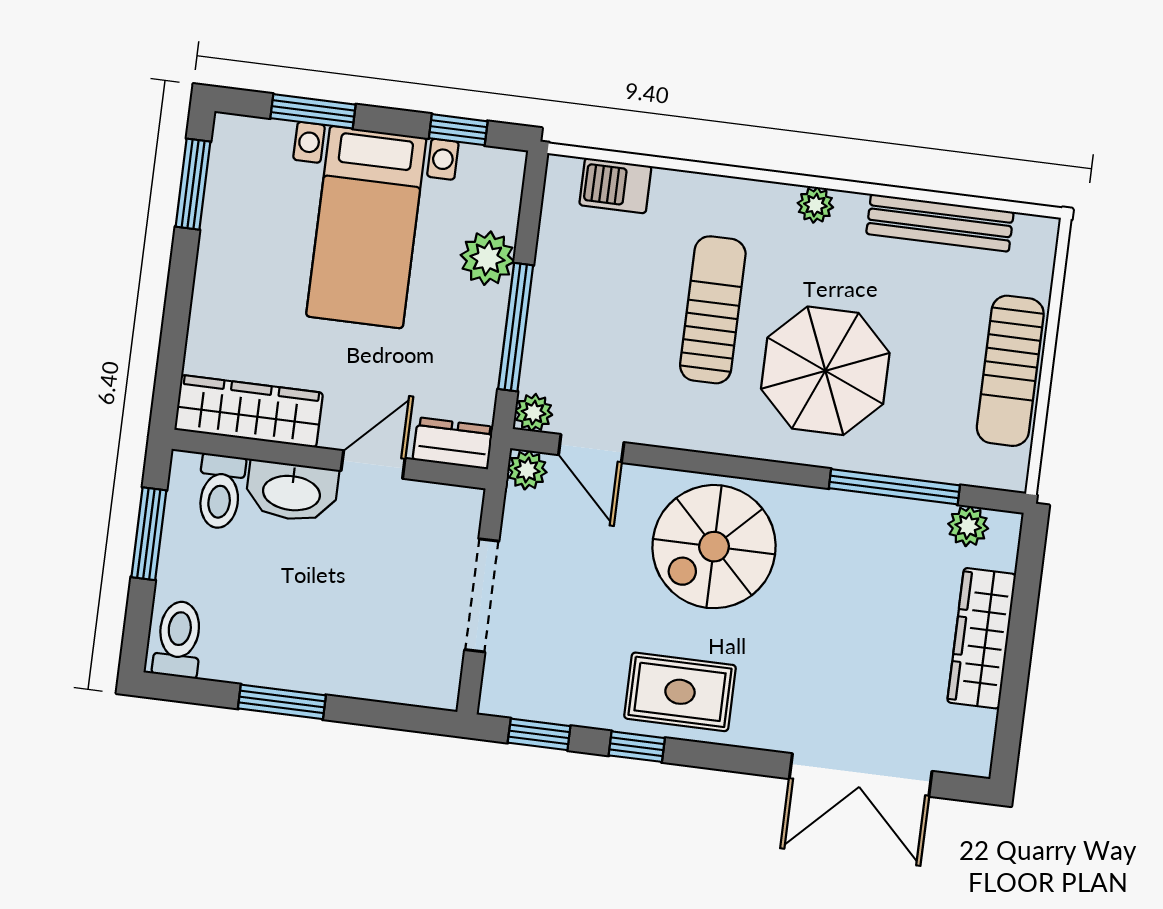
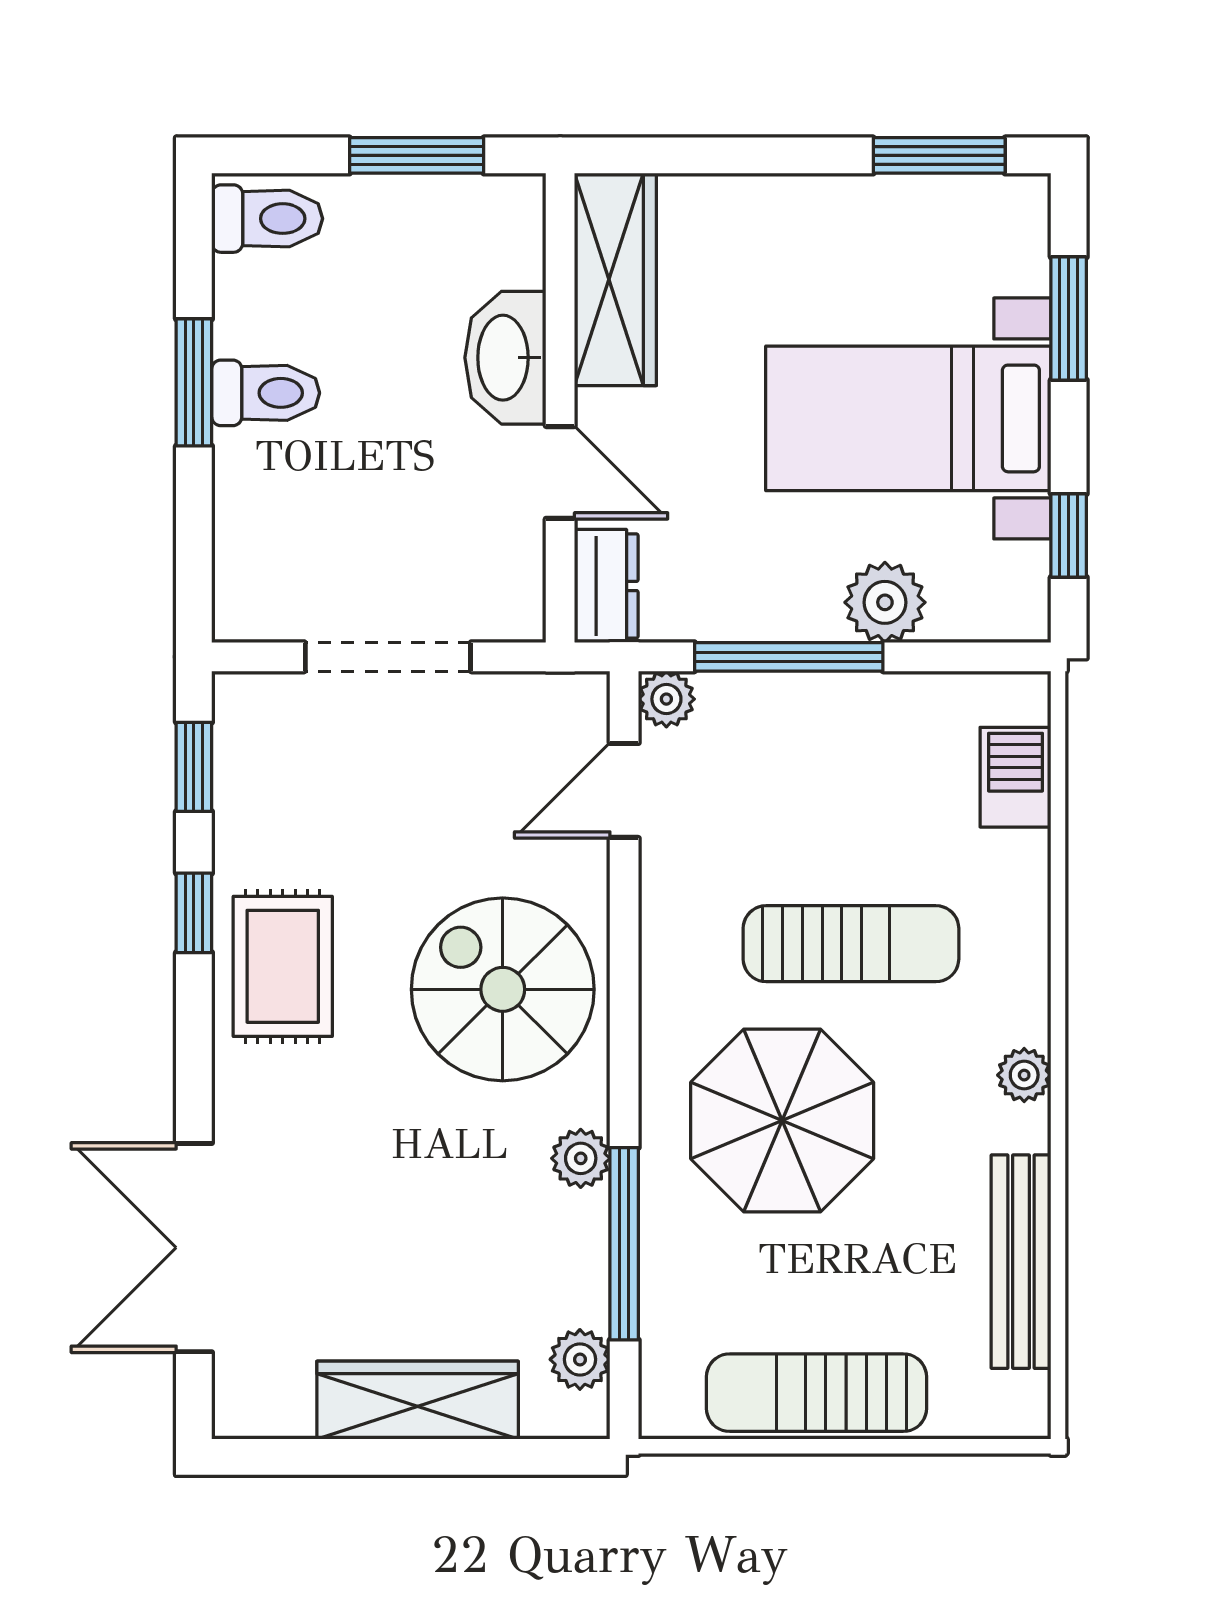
plant: (527, 470) -> (581, 1158), moved
toilet: (220, 492) -> (266, 393), moved, turned 180

